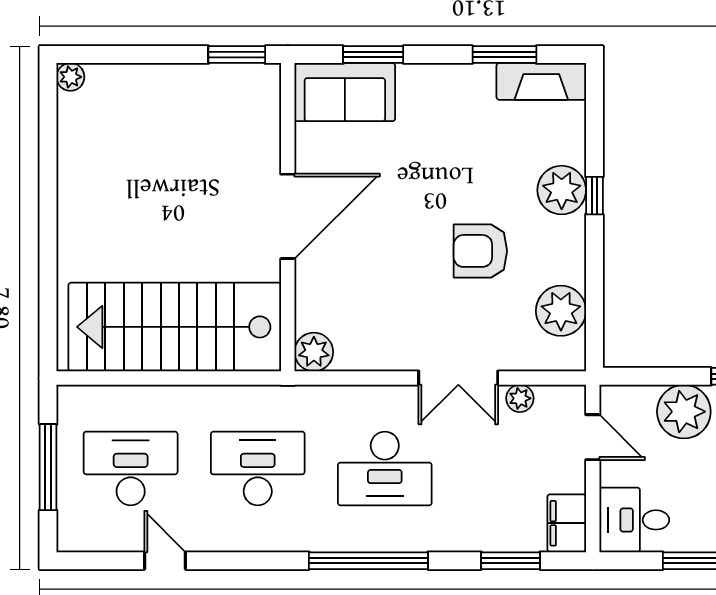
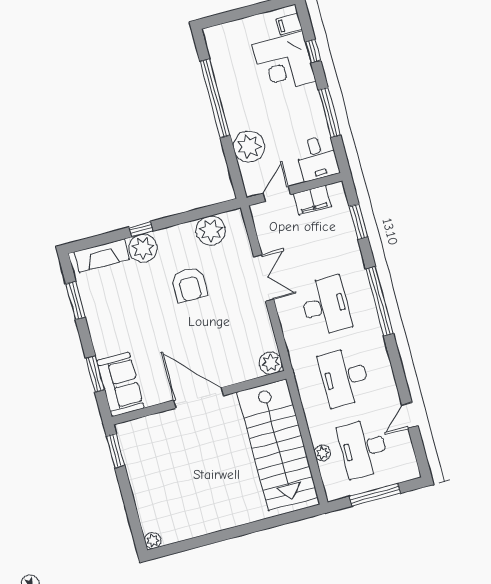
fireplace: (541, 81) -> (102, 256), moved, turned 90
plant: (520, 398) -> (323, 453), moved
filing cabinet: (567, 523) -> (312, 200), moved

